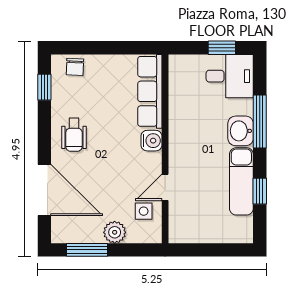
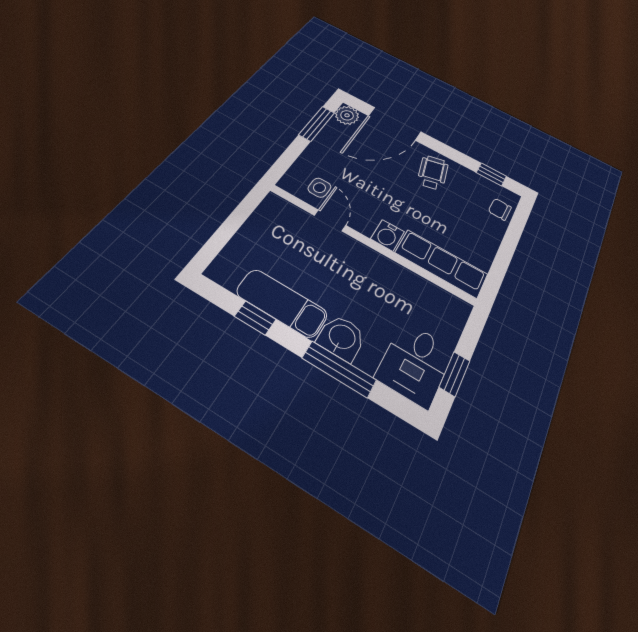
wheelchair: (74, 135) -> (433, 173), turned 76
plant: (115, 232) -> (347, 115), moved

